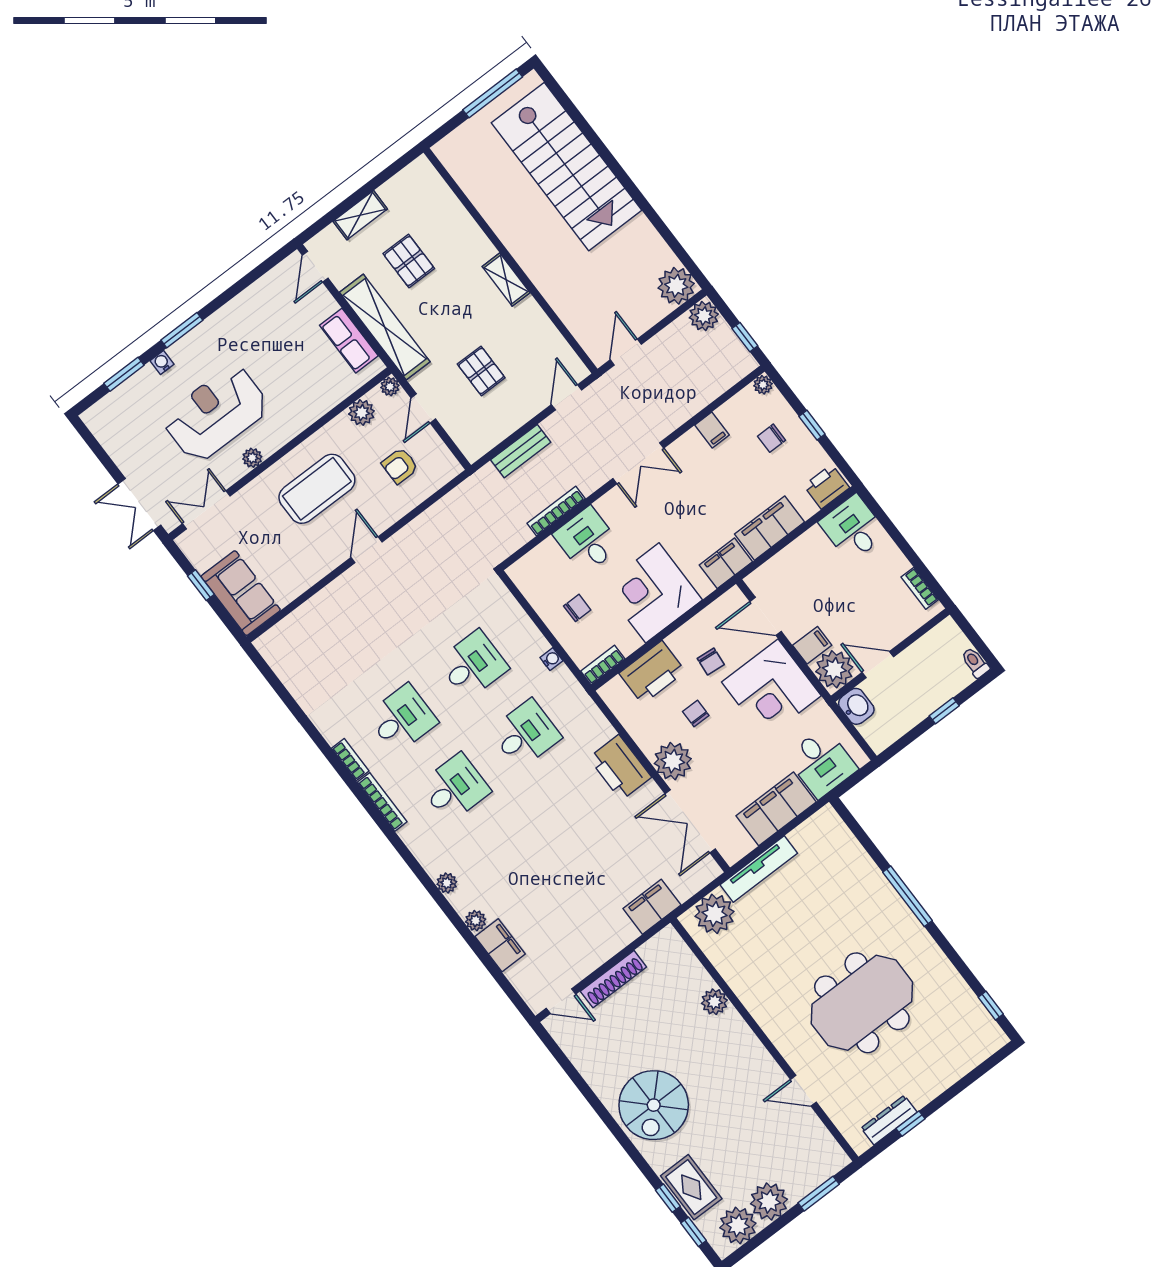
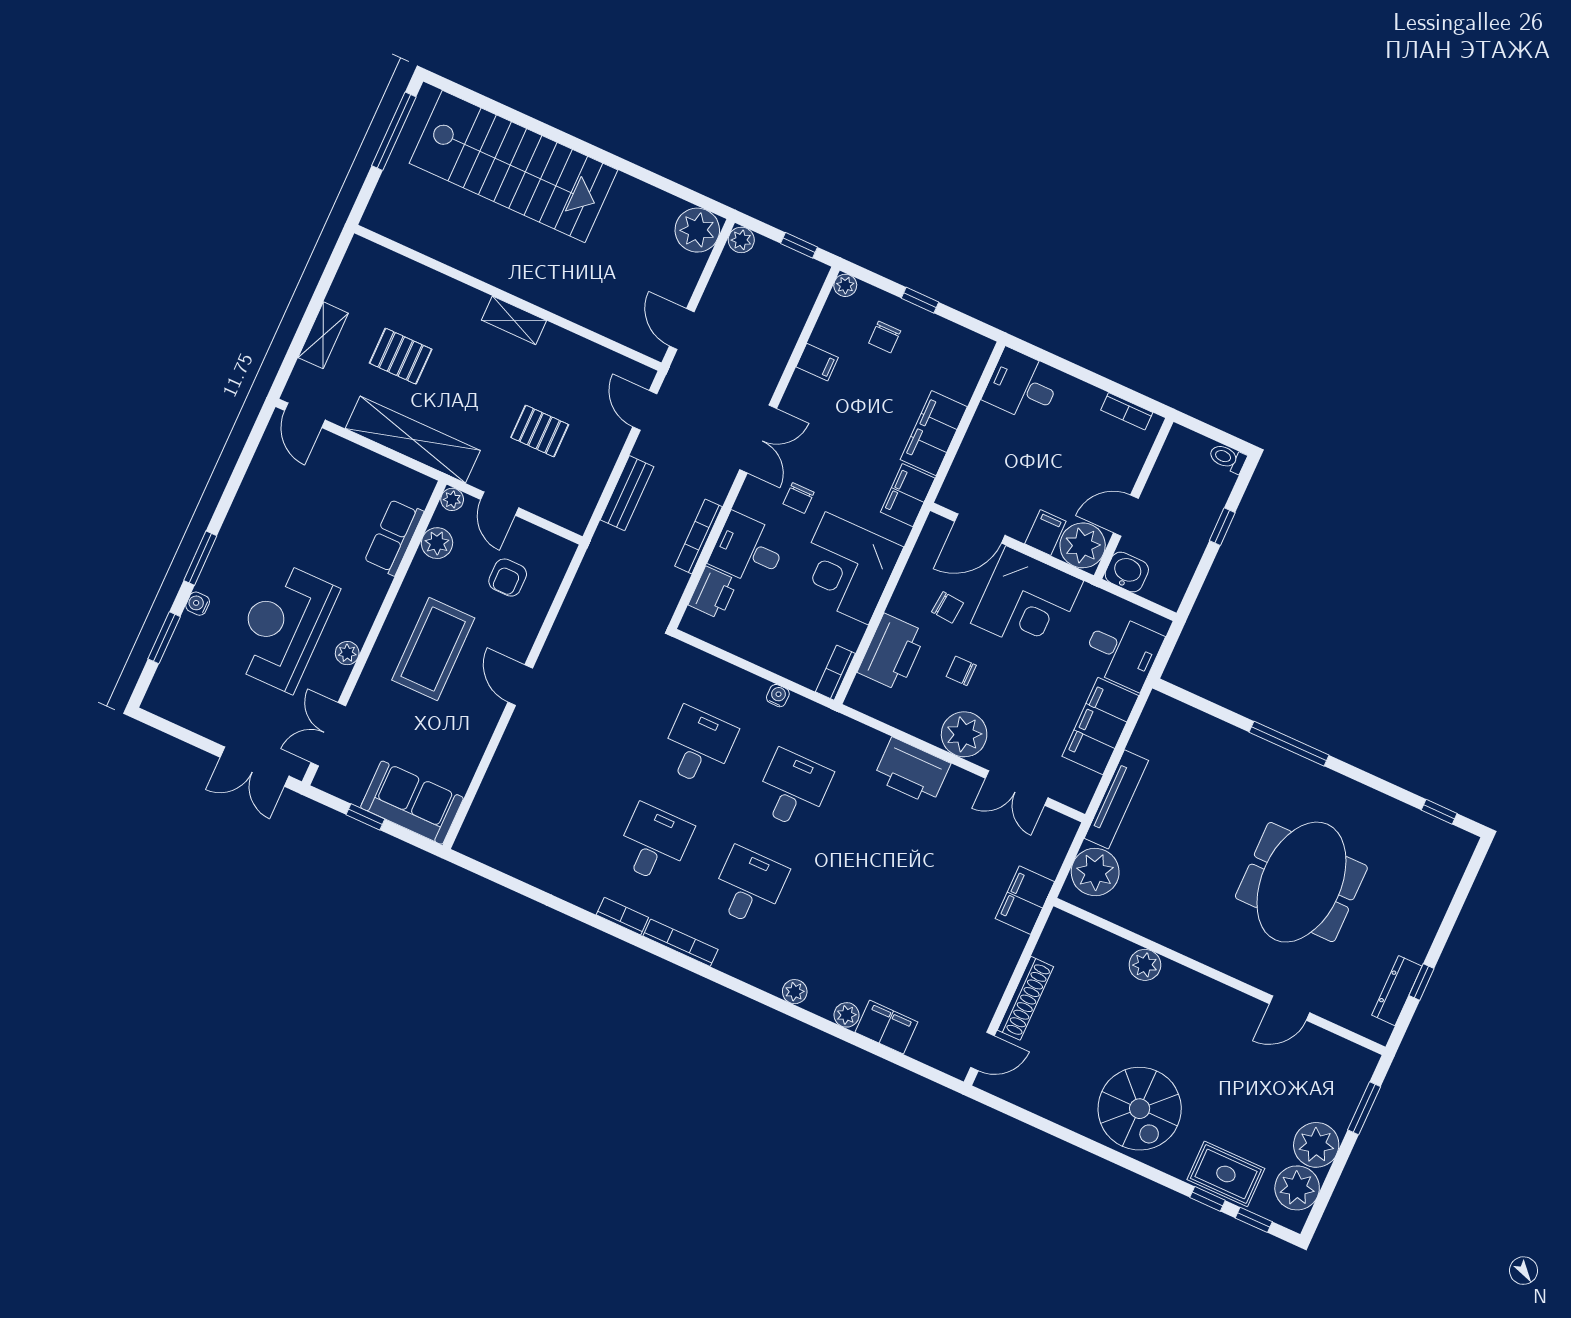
plant: (704, 316) -> (741, 240), width x0.73, depth x0.73
row of seats: (349, 341) -> (394, 537), moved, turned 90
printer: (827, 487) -> (713, 593), moved, turned 180
chair: (577, 608) -> (799, 498), moved, turned 180
double door: (690, 821) -> (1017, 788), width x0.73

